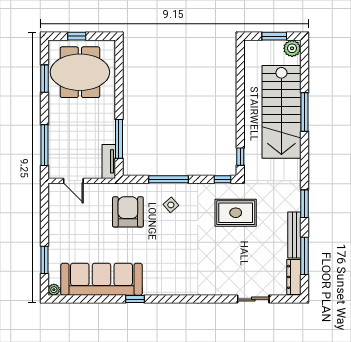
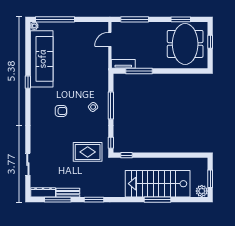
armchair: (128, 212) -> (61, 111), moved, width x0.53, depth x0.53
rug: (236, 213) -> (88, 152), turned 90
bench: (294, 235) -> (68, 193), width x0.73
window: (44, 260) -> (55, 19), width x2.11

